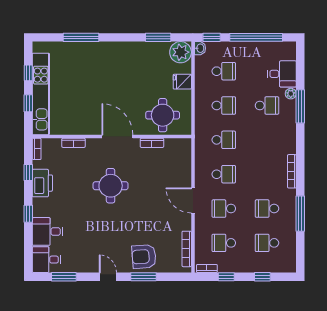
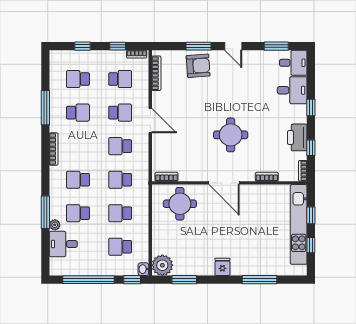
fridge: (182, 82) -> (222, 267), moved, turned -90
school desk: (267, 140) -> (78, 180), added
bookcase: (152, 143) -> (167, 177), moved
school desk: (267, 243) -> (78, 79), turned 180

